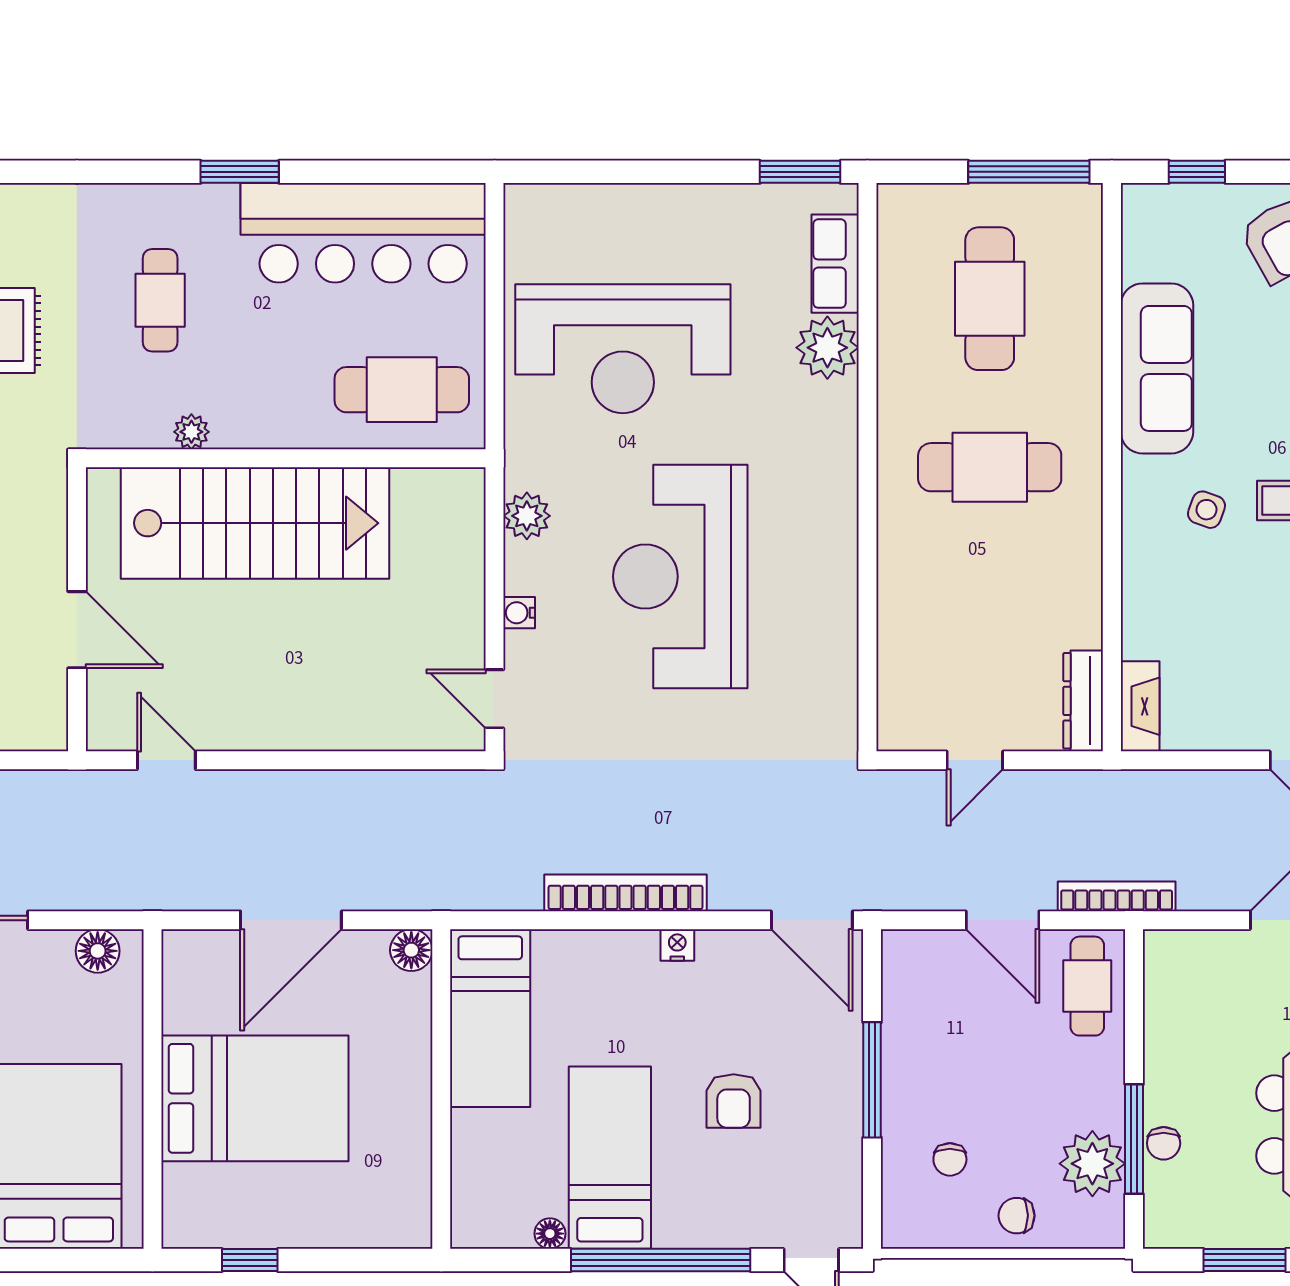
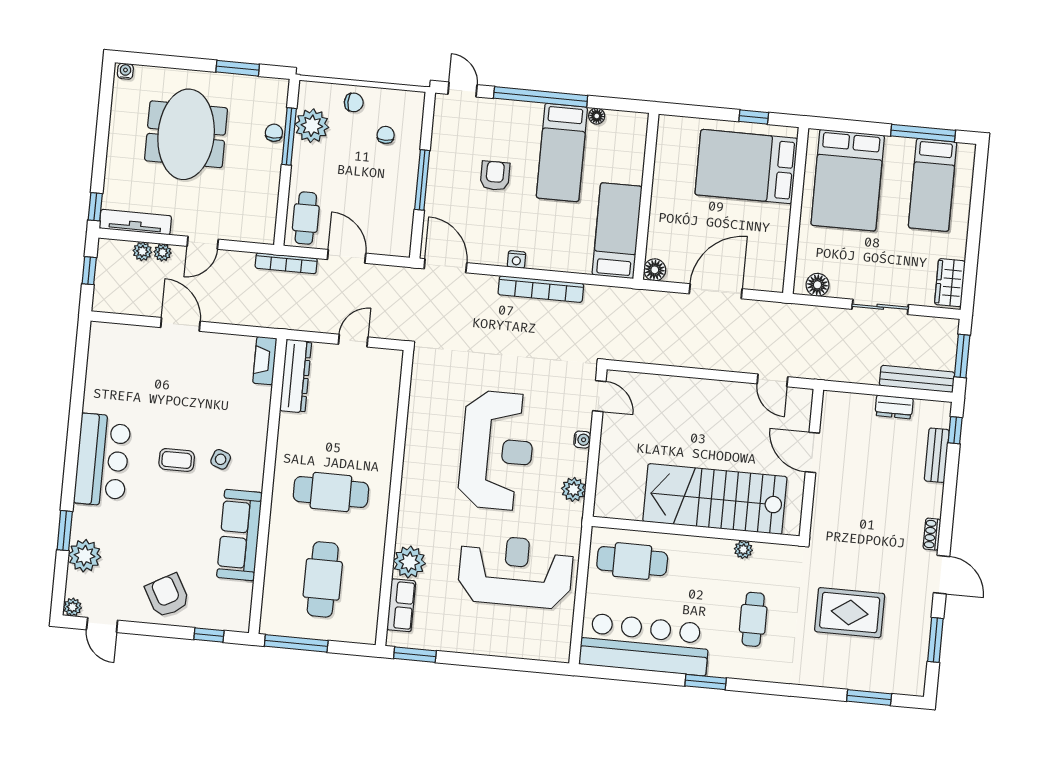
dresser: (1083, 701) -> (296, 376), width x1.37, depth x1.24
bed: (255, 1098) -> (746, 167), moved

